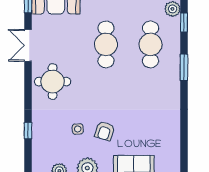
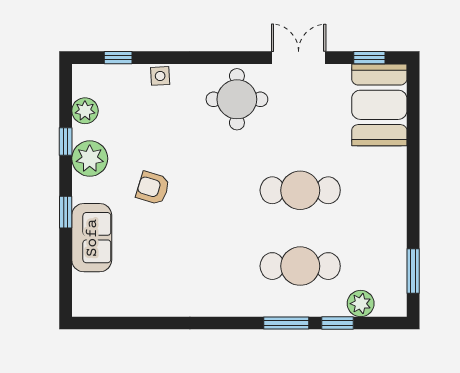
window: (184, 67) -> (286, 323), moved
side table: (78, 129) -> (160, 76), moved
window: (28, 131) -> (118, 58), moved

